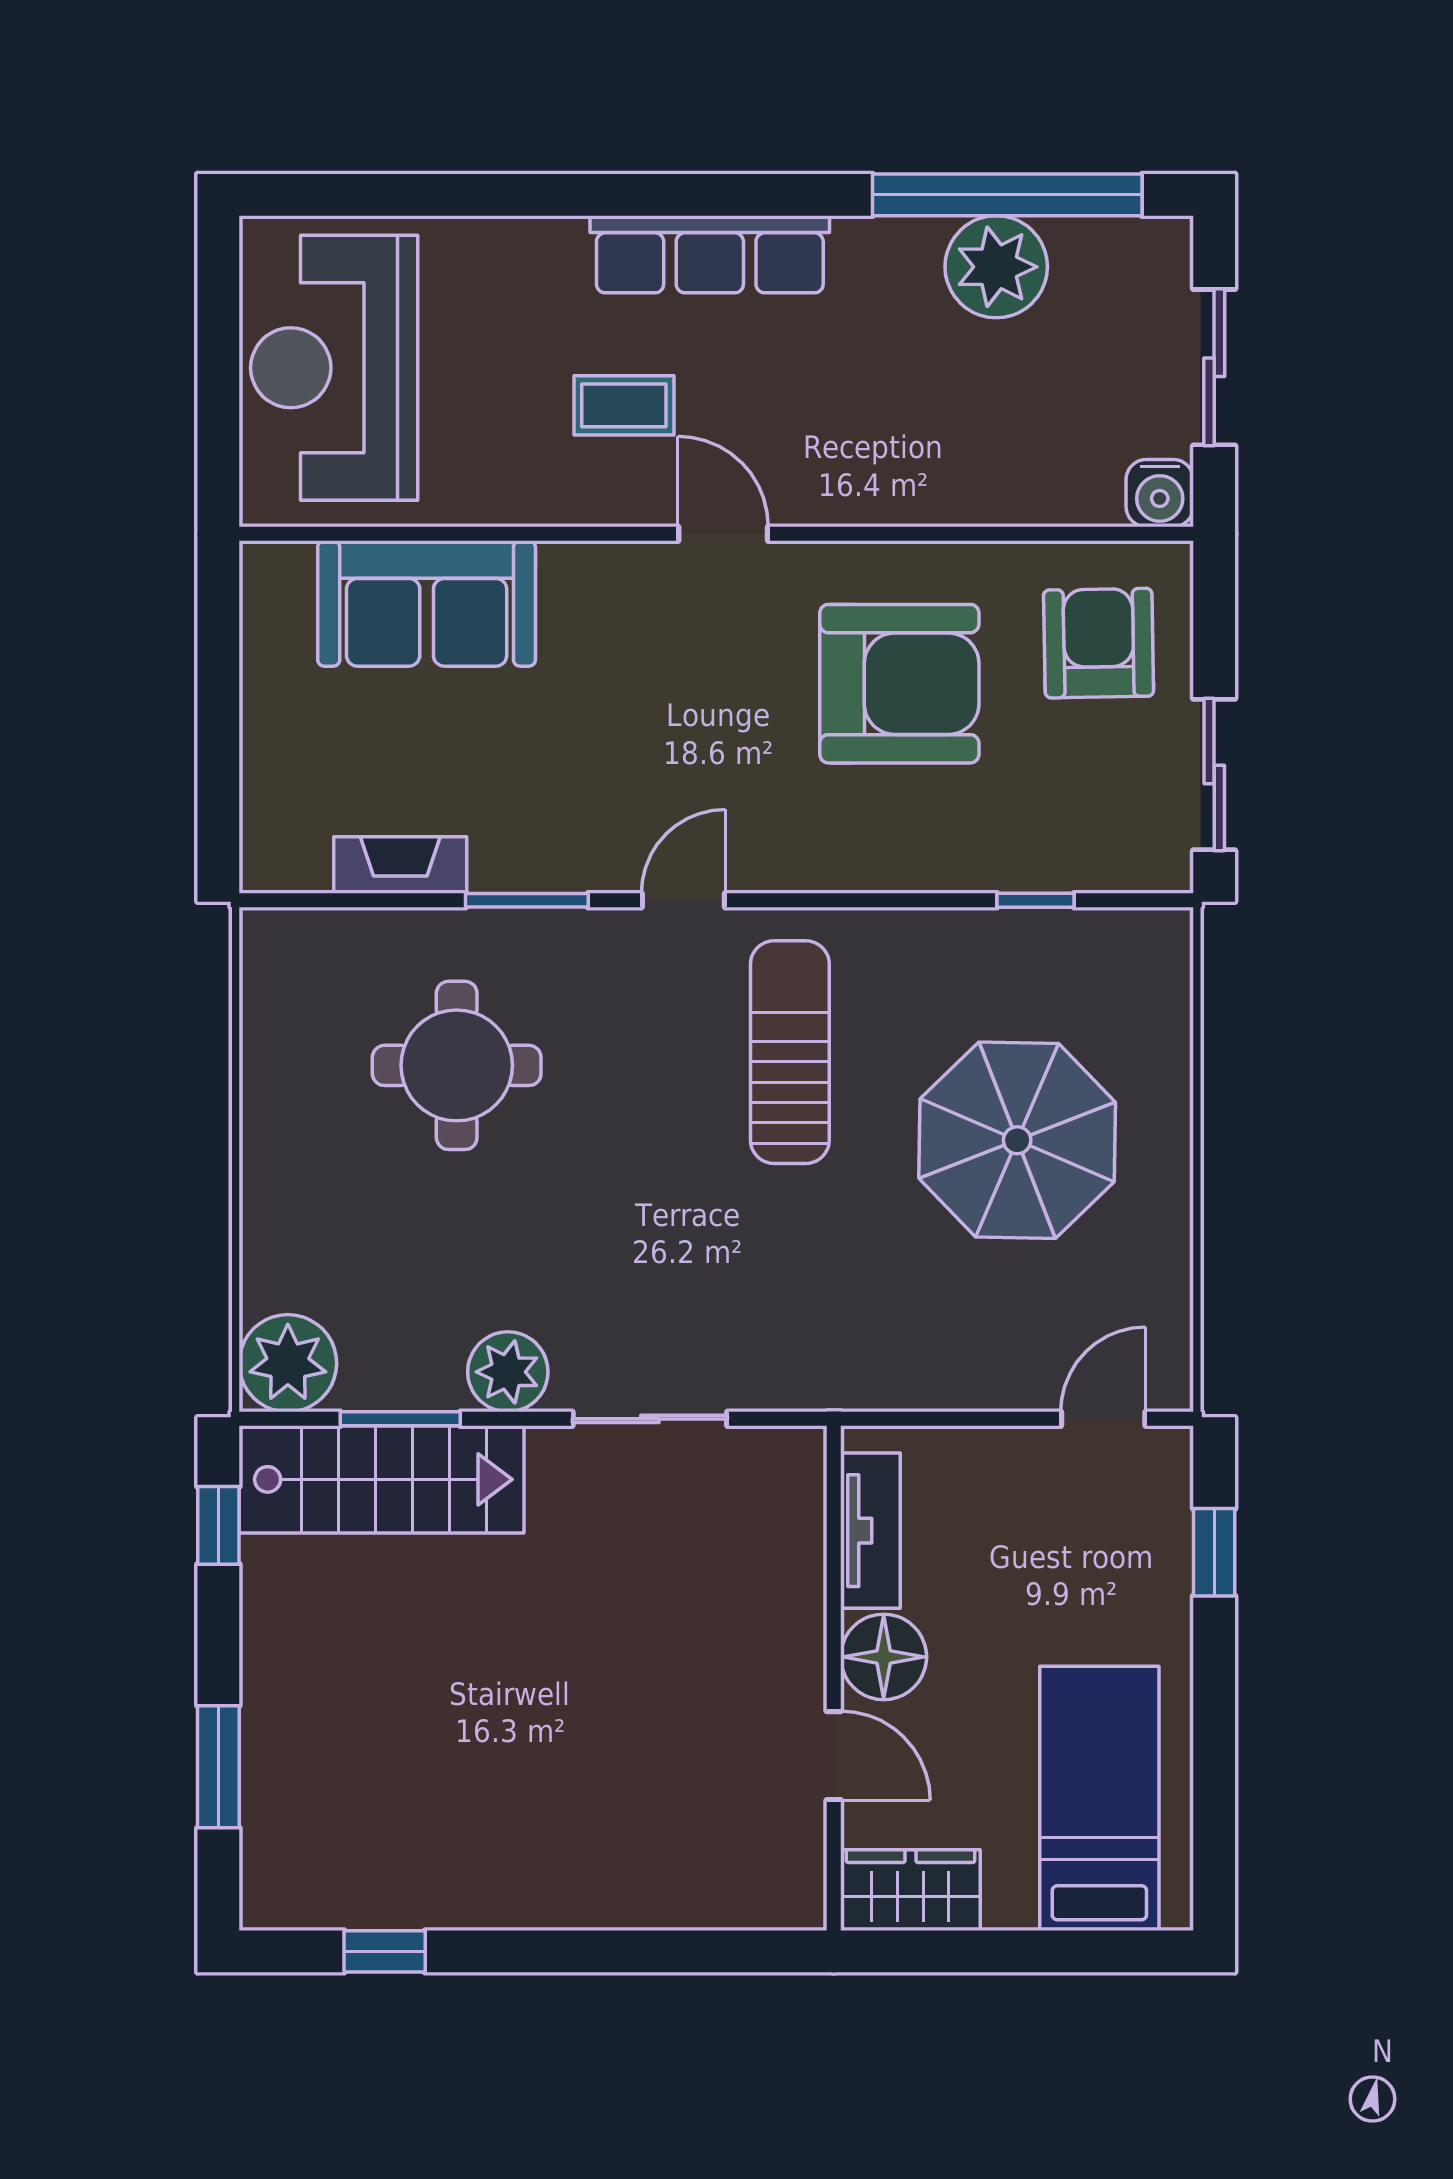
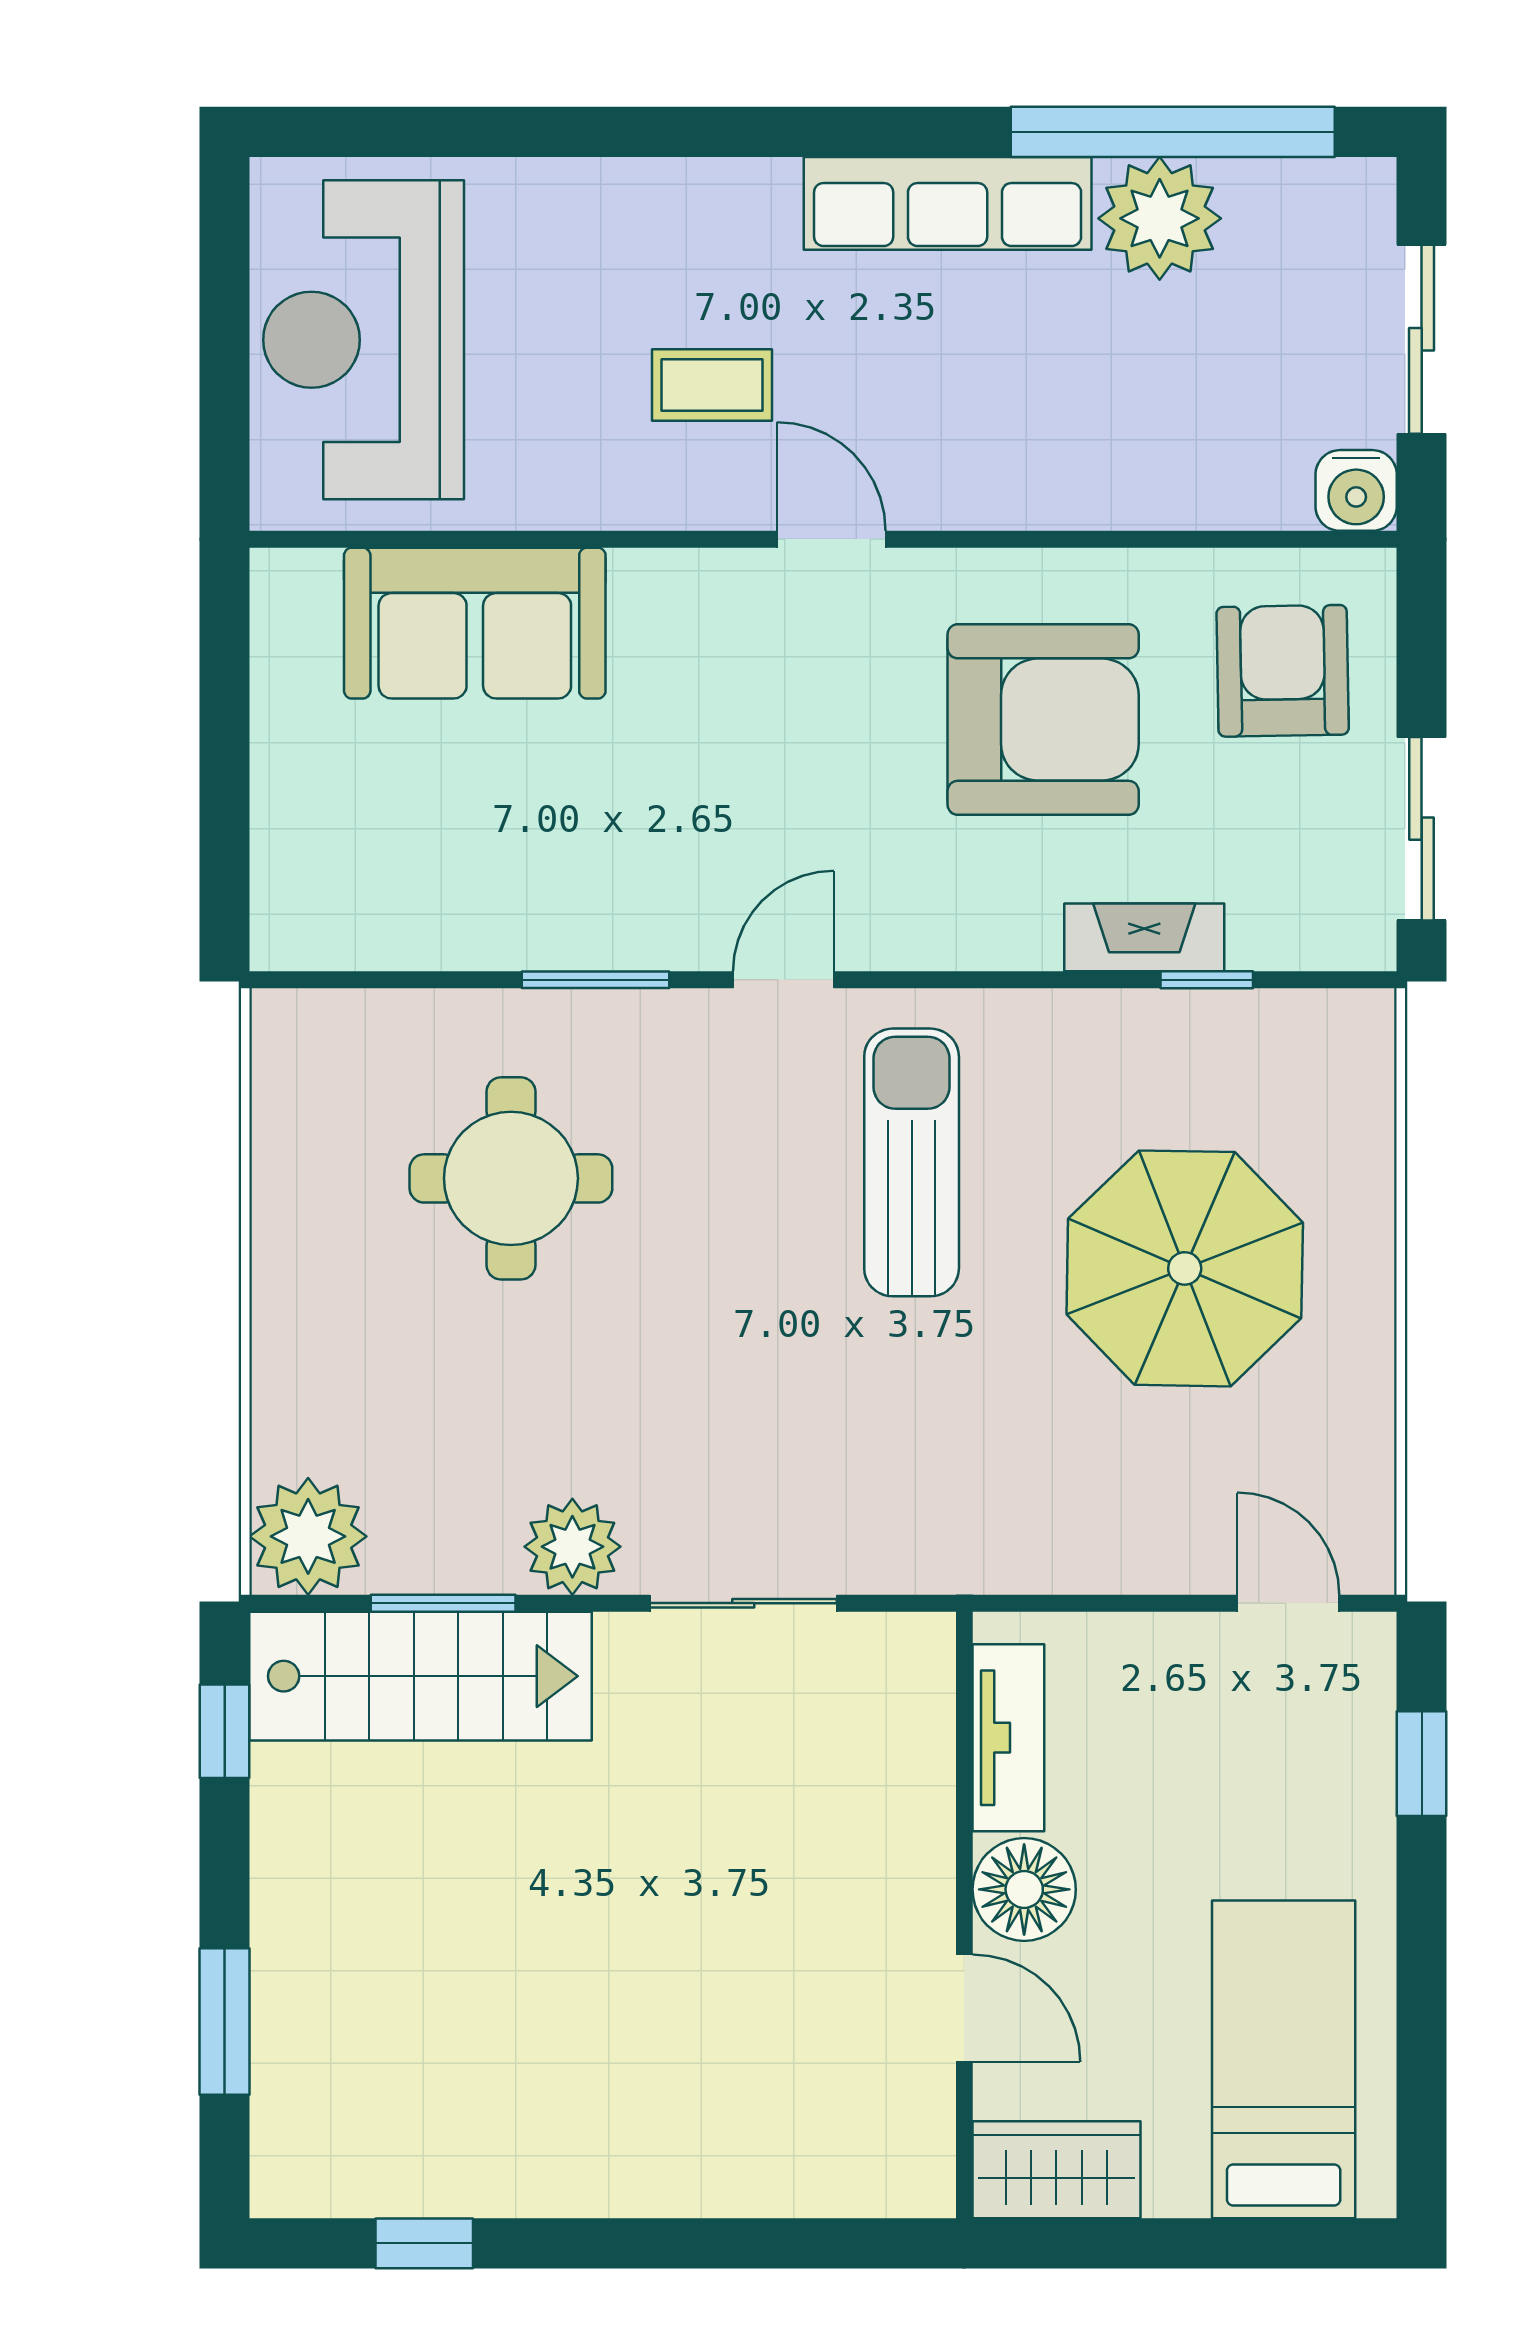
row of seats: (710, 254) -> (948, 203), moved
fireplace: (400, 865) -> (1144, 937), moved
door: (1103, 1419) -> (1288, 1603), hinge flipped

